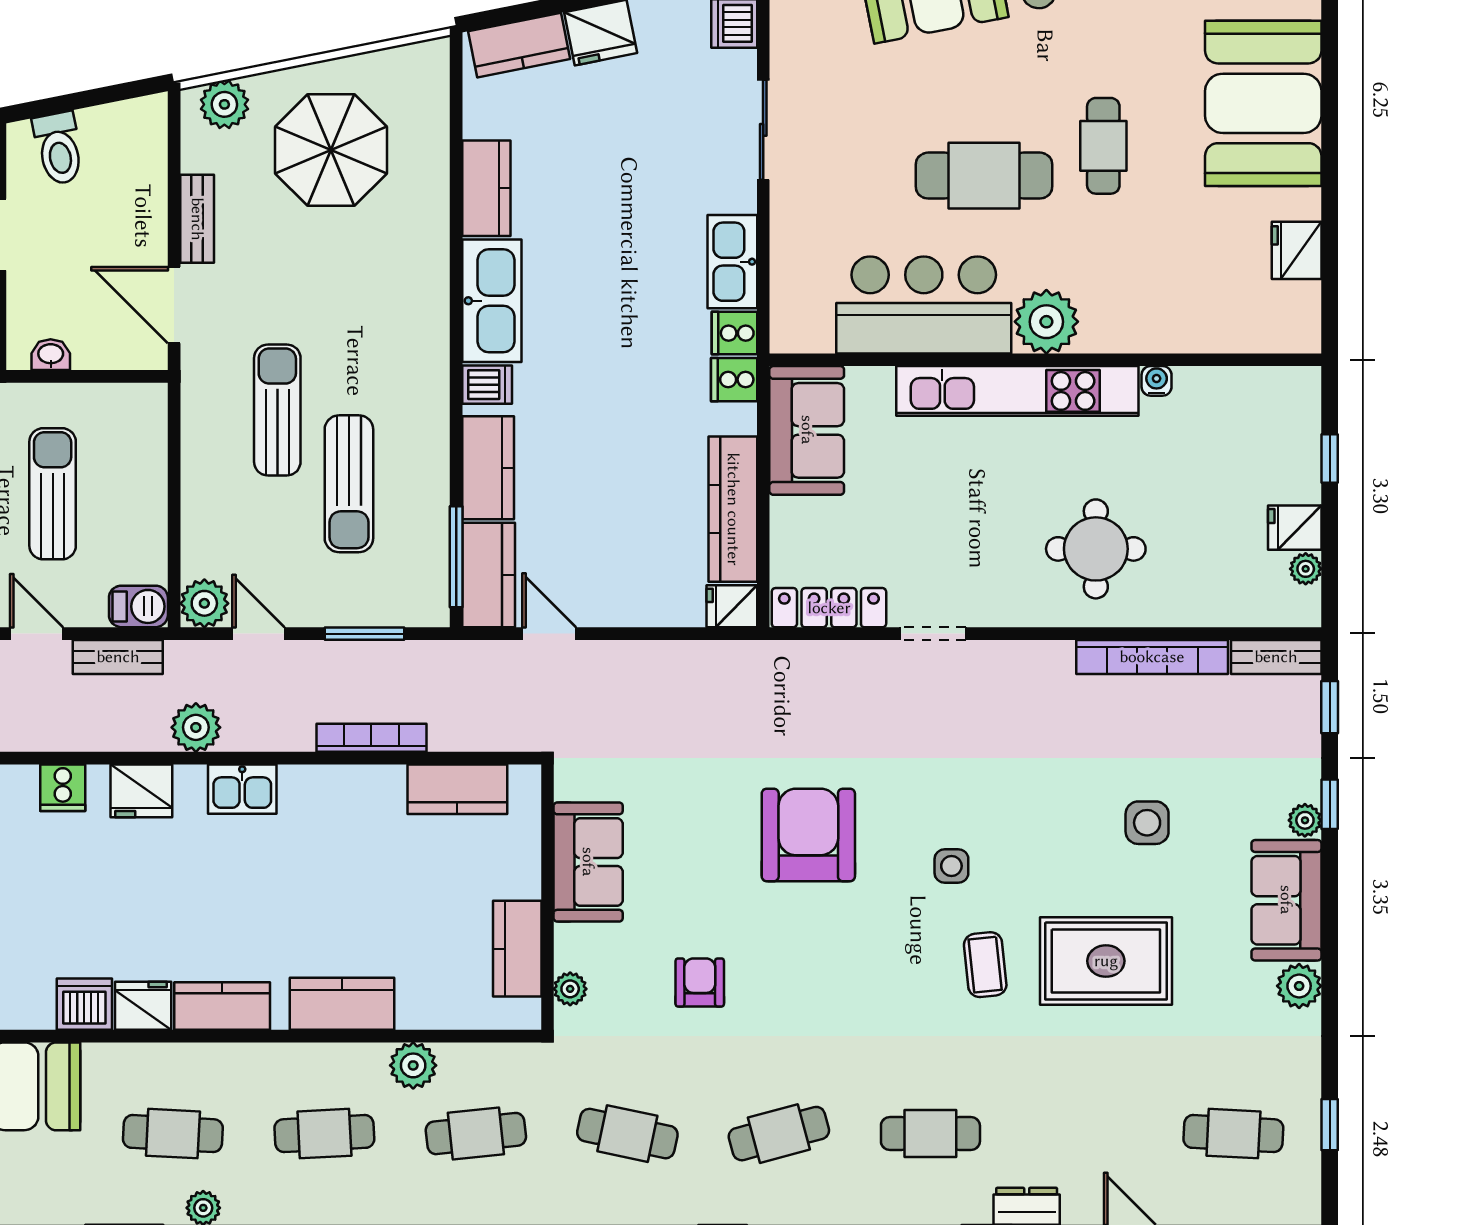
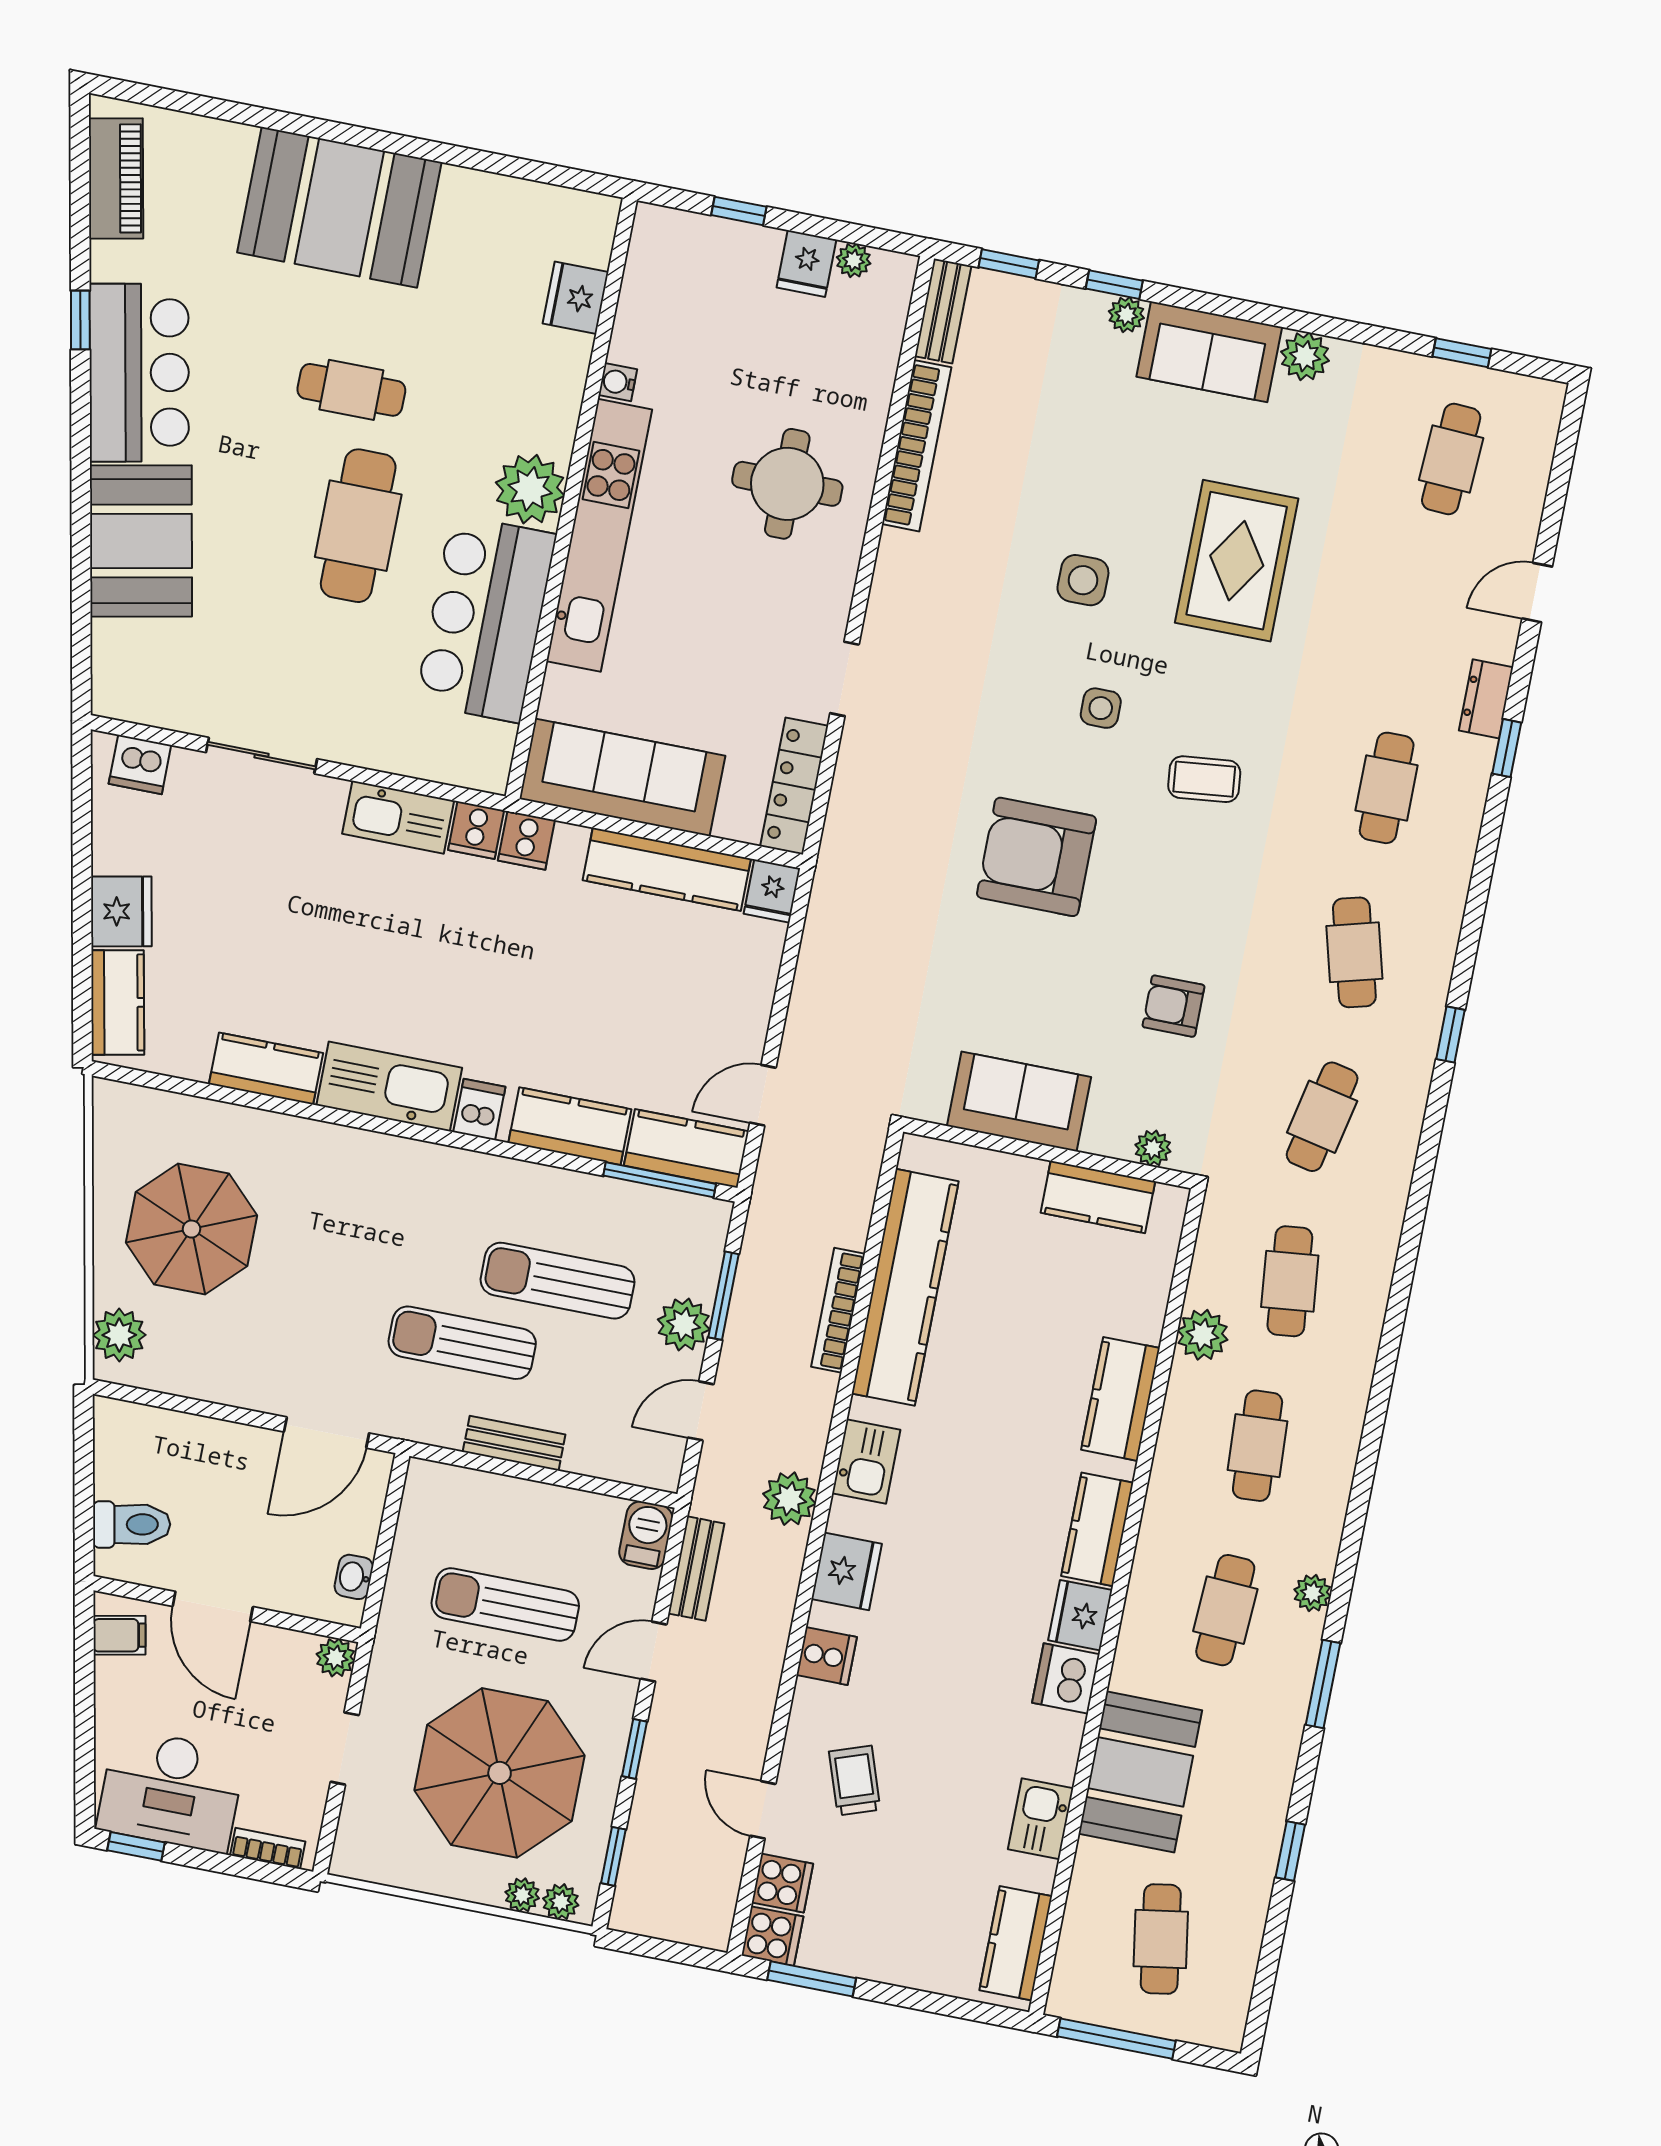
bench: (197, 219) -> (514, 1443), moved
fridge: (1297, 250) -> (576, 298), moved, turned 90
sofa: (807, 430) -> (622, 777), width x1.36
sun lounger: (349, 484) -> (558, 1281), turned 180
plant: (204, 603) -> (684, 1324), moved
kitchen counter: (457, 789) -> (905, 1287), width x2.08, depth x1.17
side table: (1147, 823) -> (1083, 580), moved
coffee table: (985, 965) -> (1204, 779), moved

